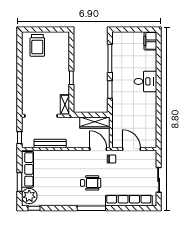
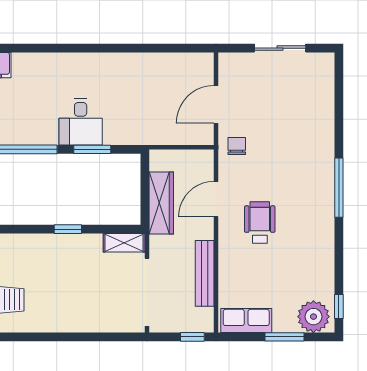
desk: (145, 81) -> (81, 122), moved, turned 180
wardrobe: (95, 123) -> (161, 203), moved
door: (98, 149) -> (216, 199), moved
row of seats: (27, 169) -> (246, 320), width x0.68
wheelchair: (91, 183) -> (260, 222), moved
row of seats: (129, 201) -> (323, 110), removed

